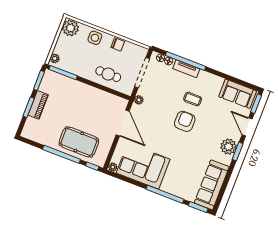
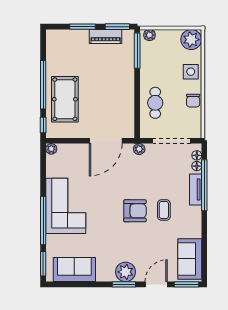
piano: (38, 105) -> (106, 37), moved
corner sofa: (143, 166) -> (66, 206), moved
sofa: (212, 185) -> (74, 270), width x0.73

